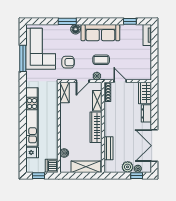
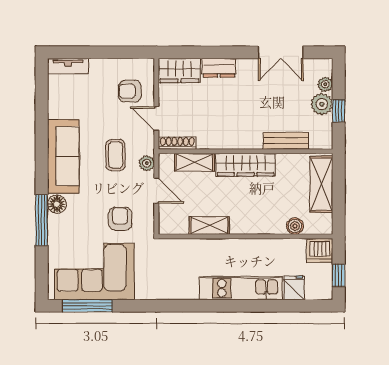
window: (67, 21) -> (42, 220), width x1.44
window: (130, 21) -> (42, 100), removed
window: (23, 58) -> (87, 306), moved
armchair: (134, 67) -> (130, 91), added
door: (120, 81) -> (156, 119), hinge flipped
shelving: (64, 92) -> (209, 225), moved
kitchen unit: (32, 117) -> (241, 288), width x0.73
double door: (154, 146) -> (281, 52), width x0.73
window: (137, 176) -> (339, 111), moved

